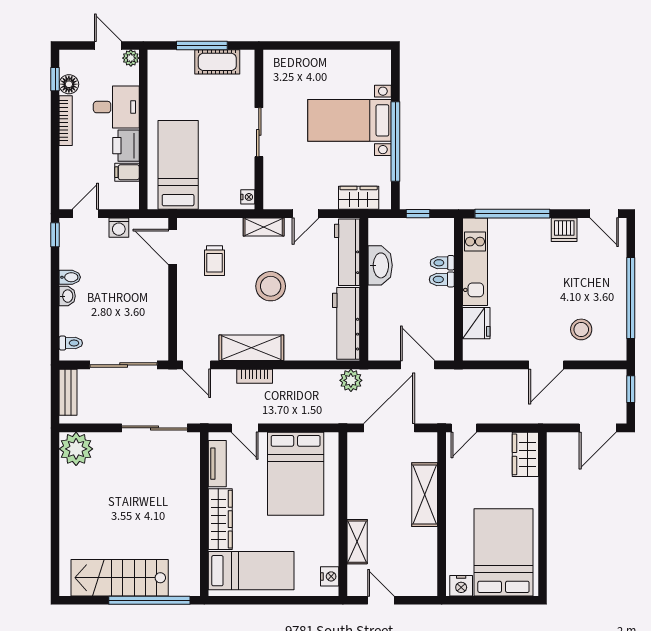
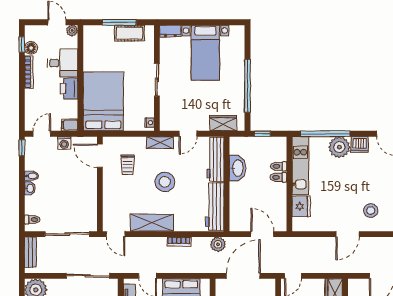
dresser: (279, 59) -> (170, 31), added
bed with nightstands: (350, 120) -> (205, 53), moved, turned -90
bed: (178, 165) -> (103, 101), width x1.50
filing cabinet: (127, 172) -> (70, 125), moved
plant: (534, 234) -> (339, 147), added
bookcase: (255, 376) -> (179, 242), moved

